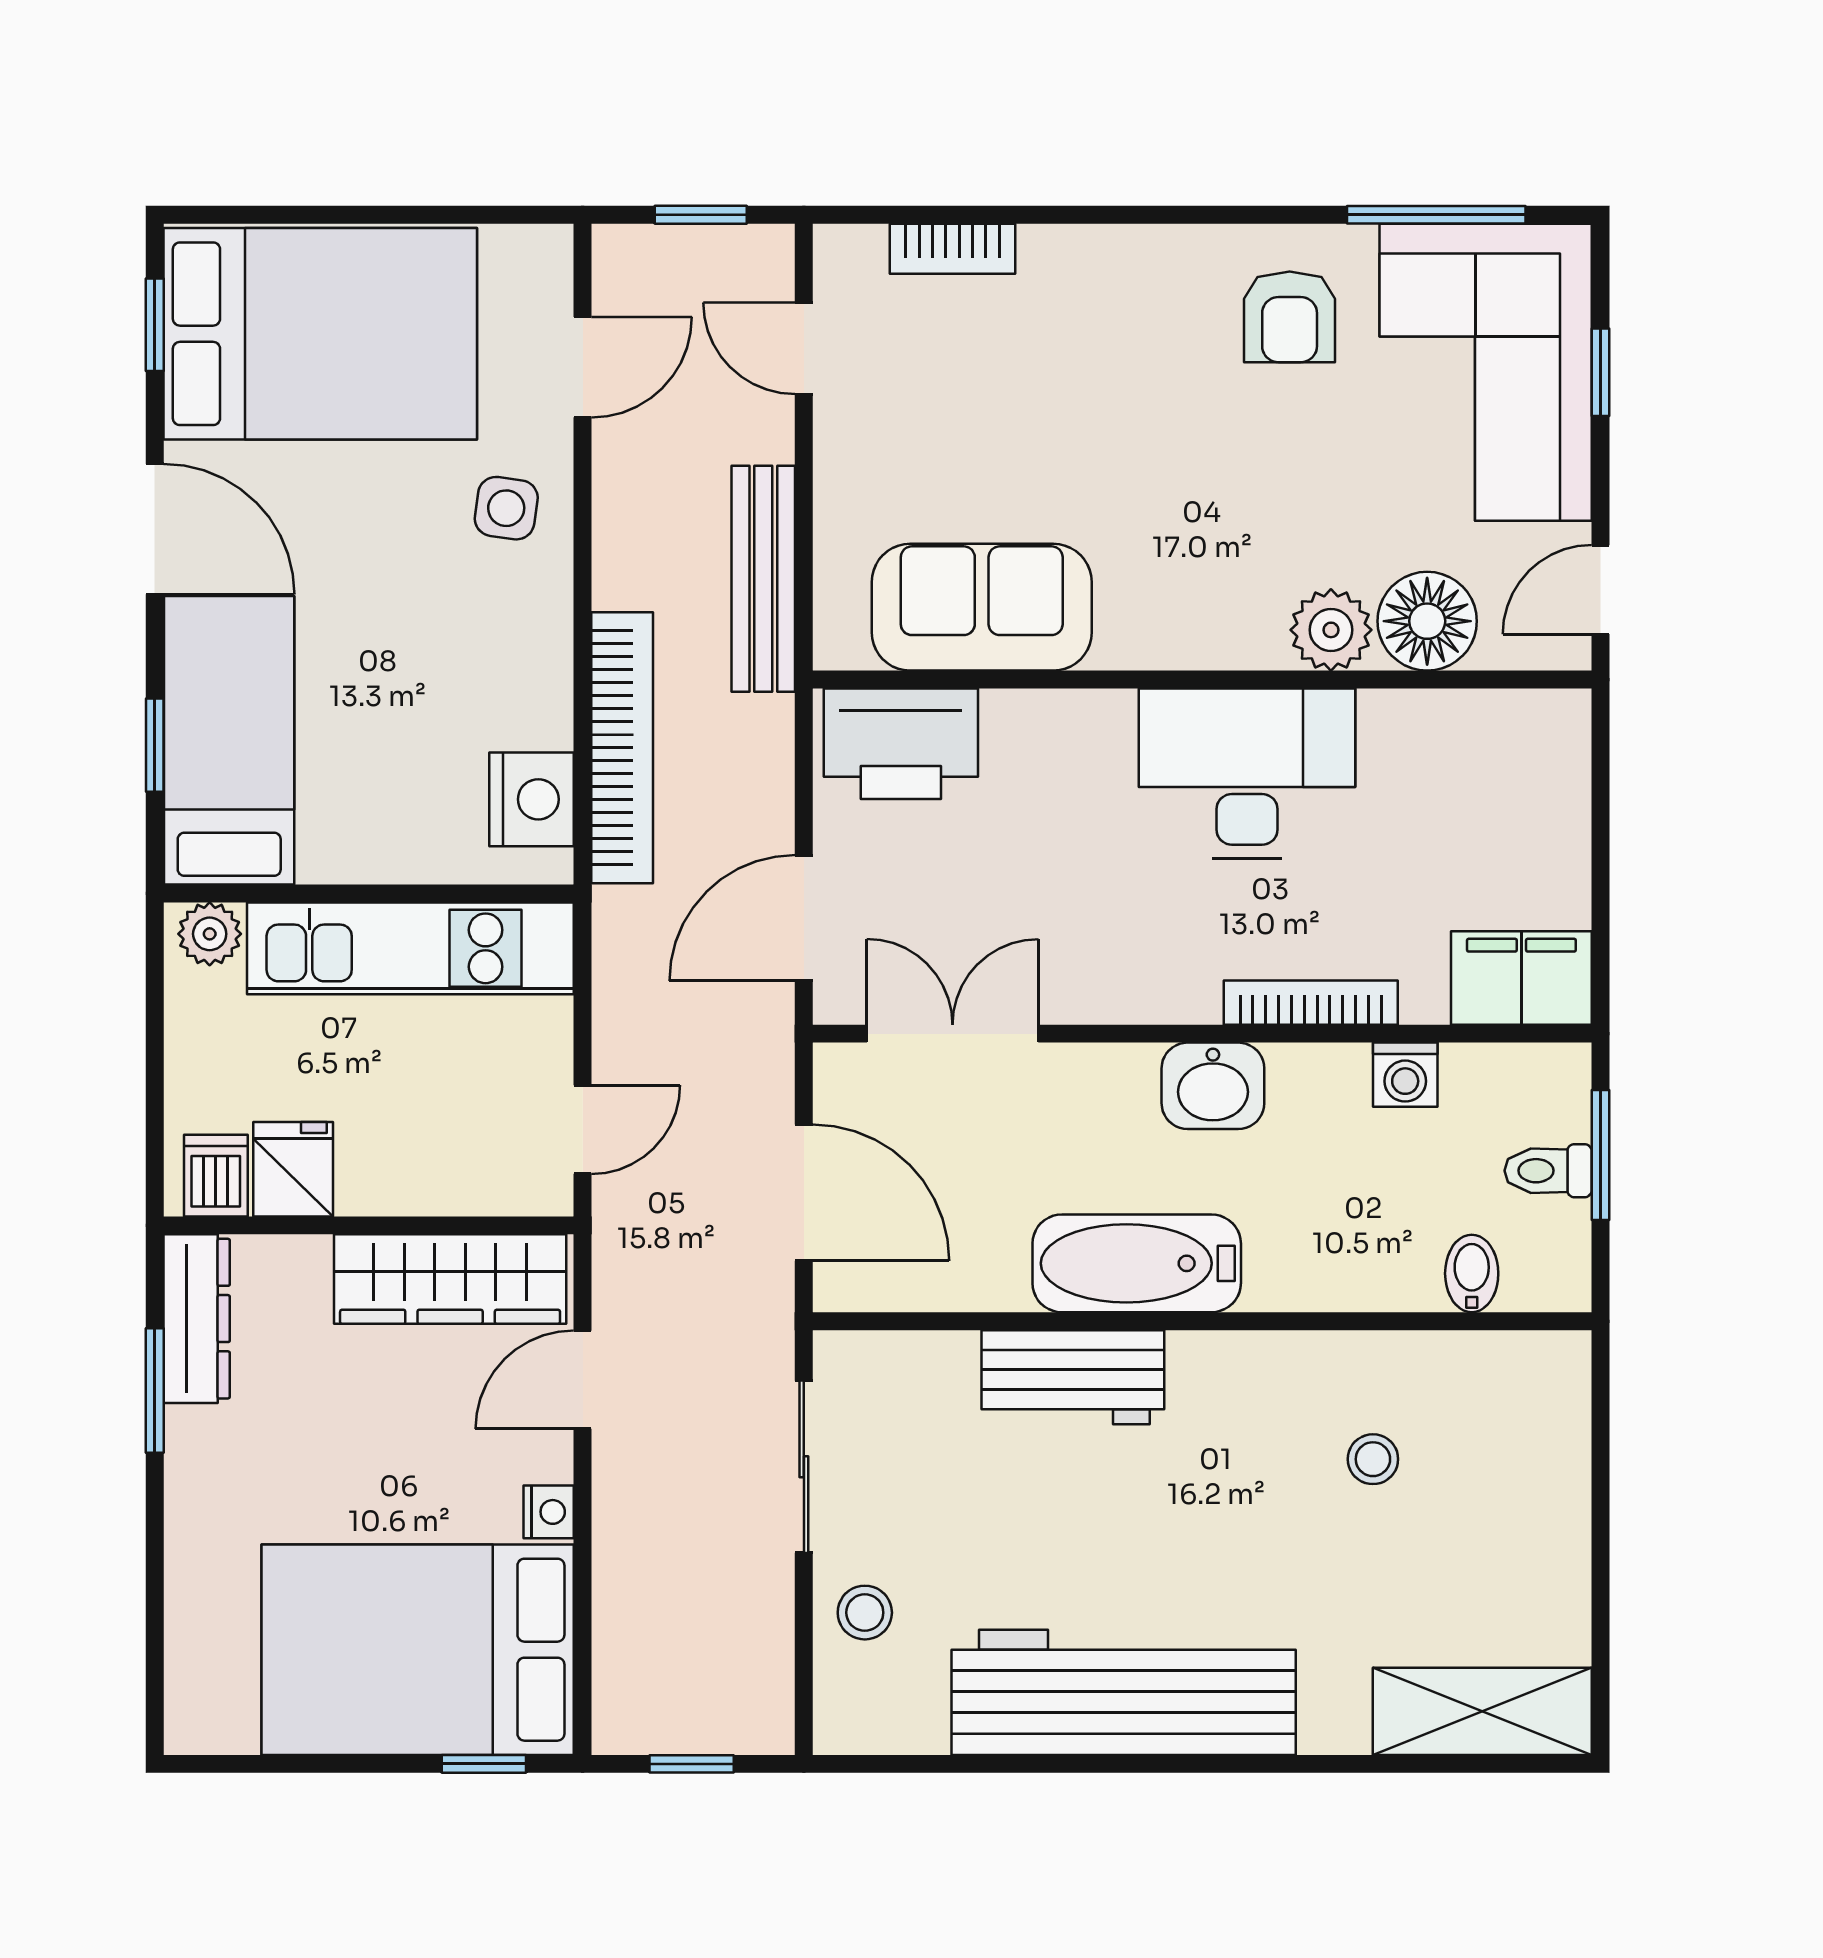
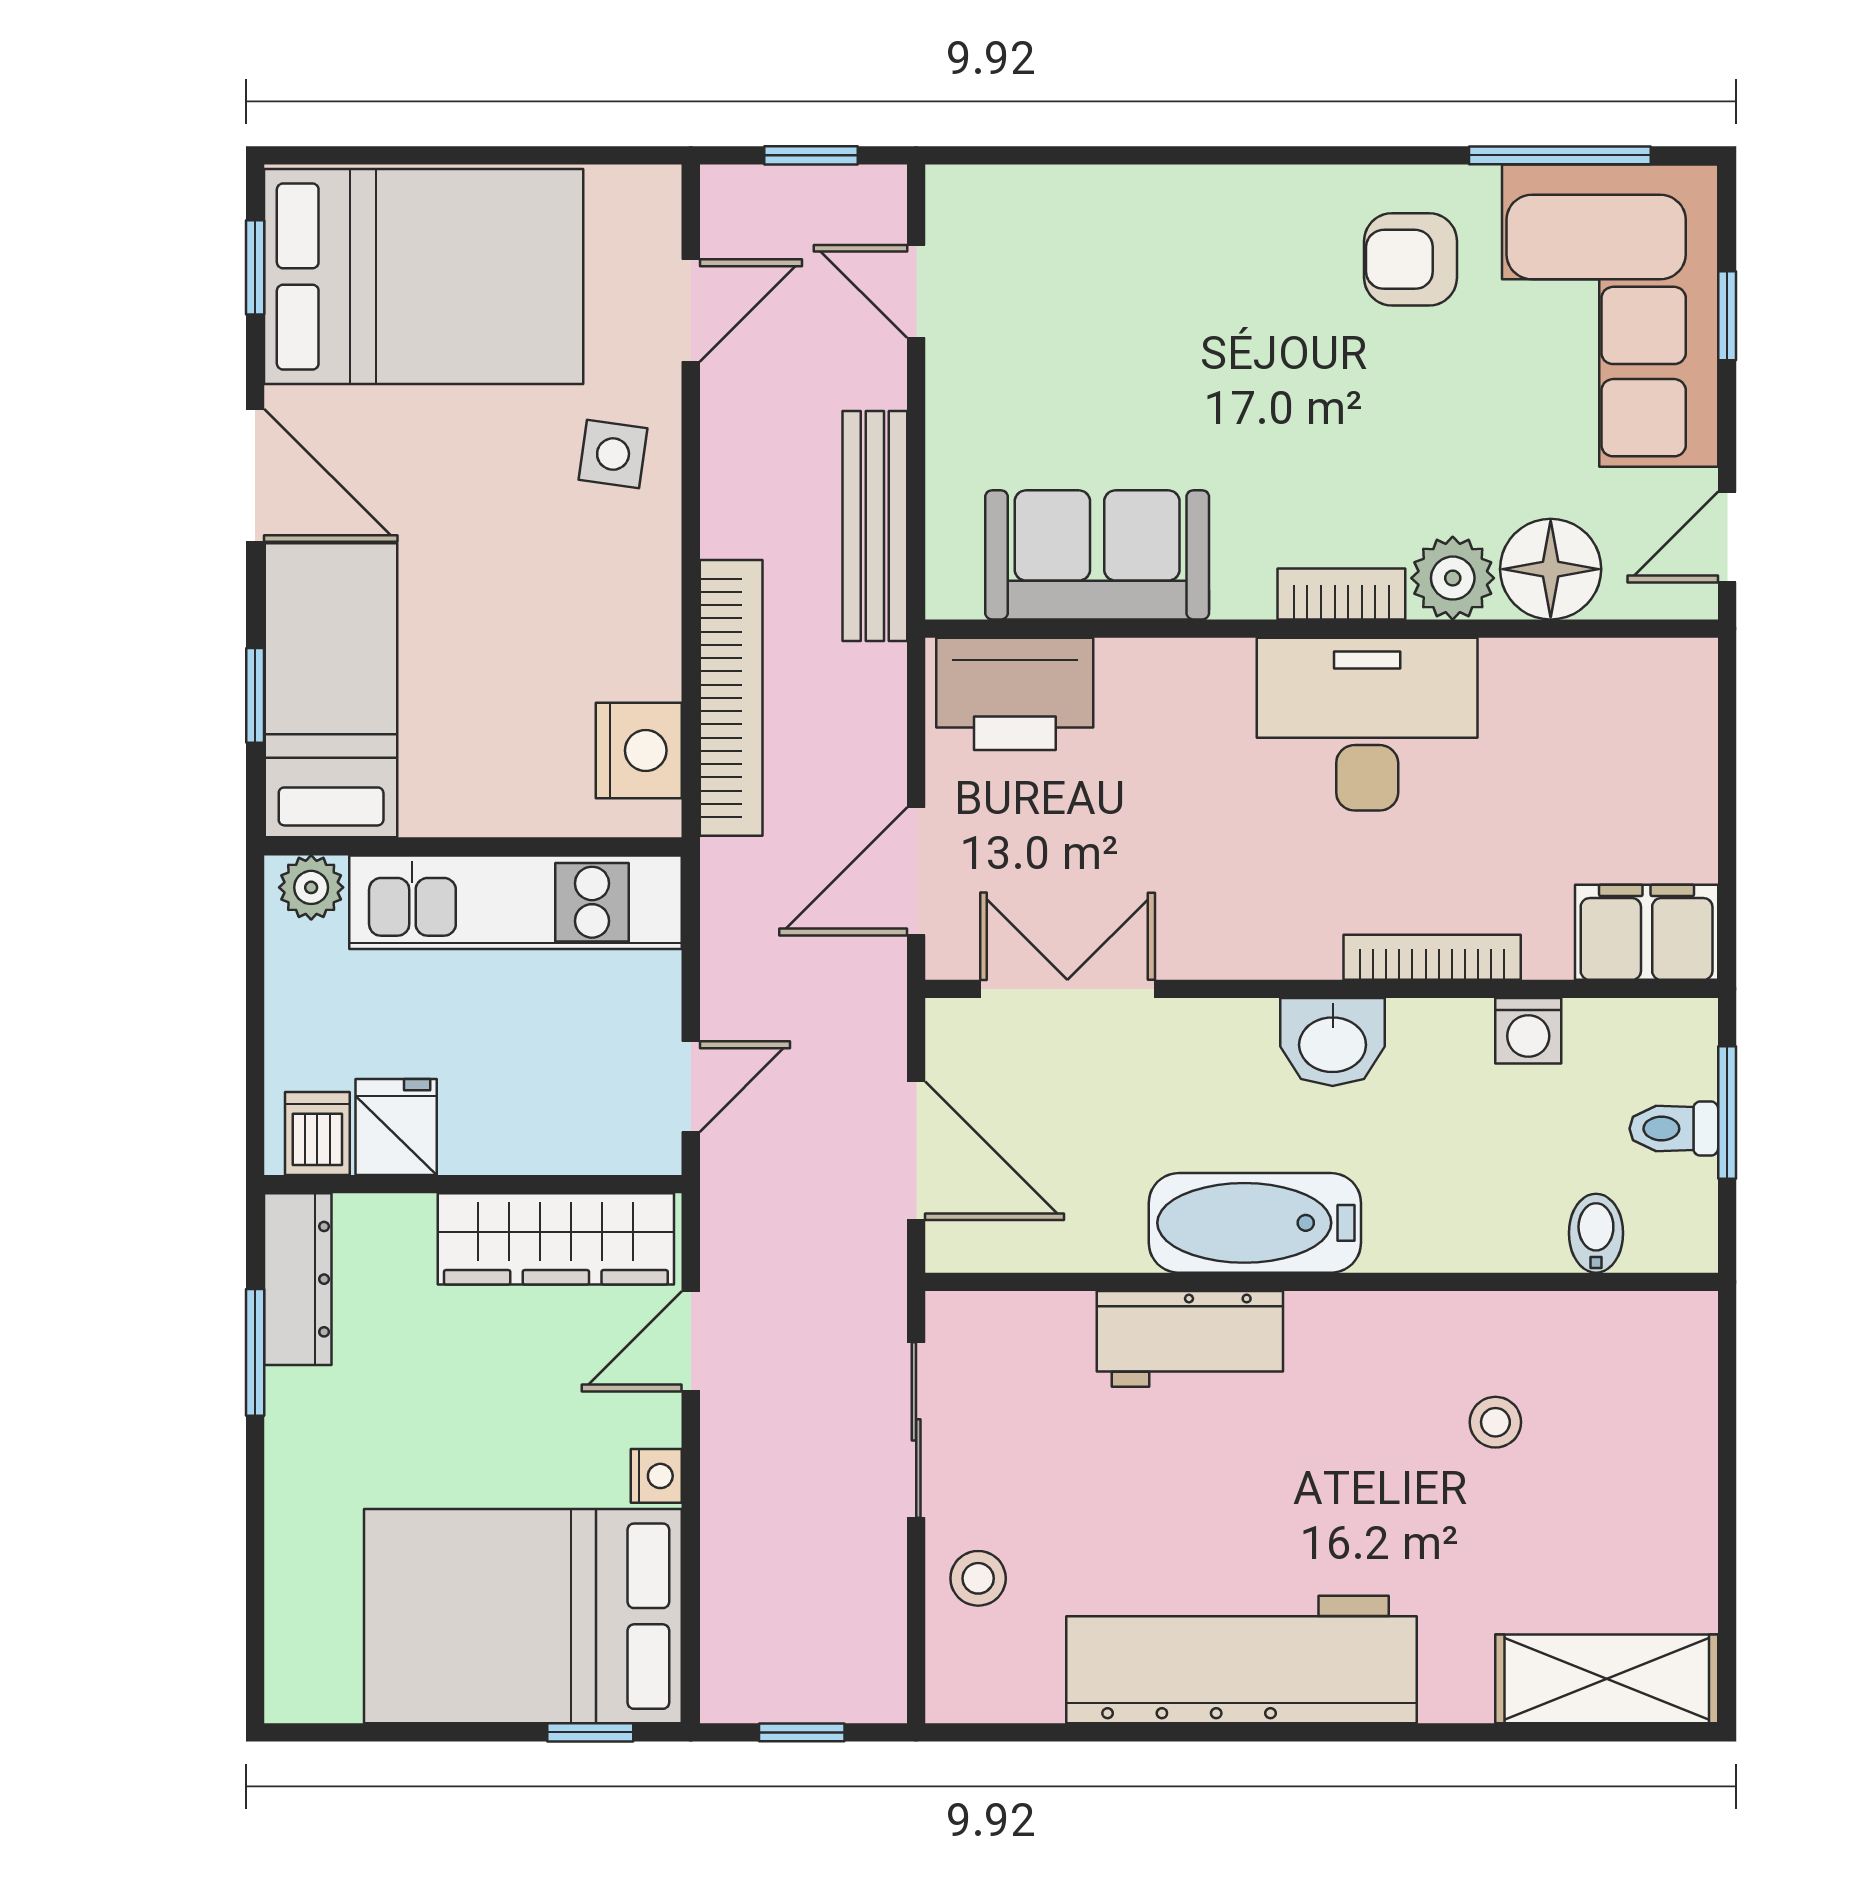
bookcase: (952, 249) -> (1341, 594), moved, turned 180
armchair: (1290, 317) -> (1411, 259), turned 90

